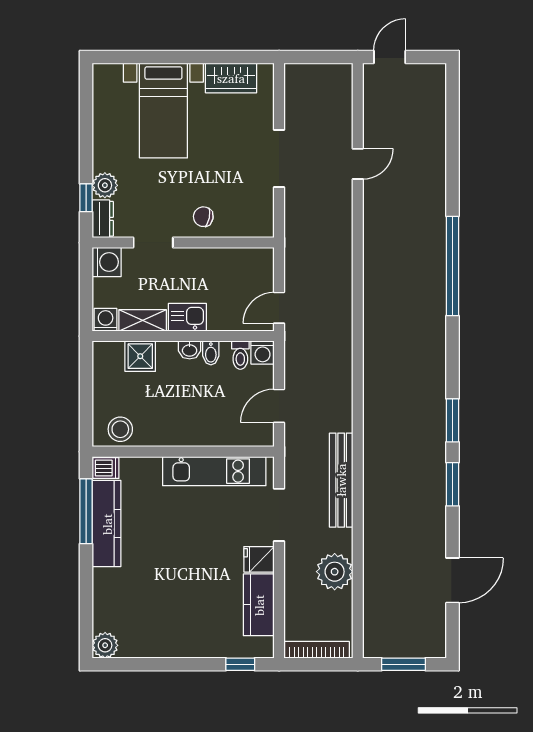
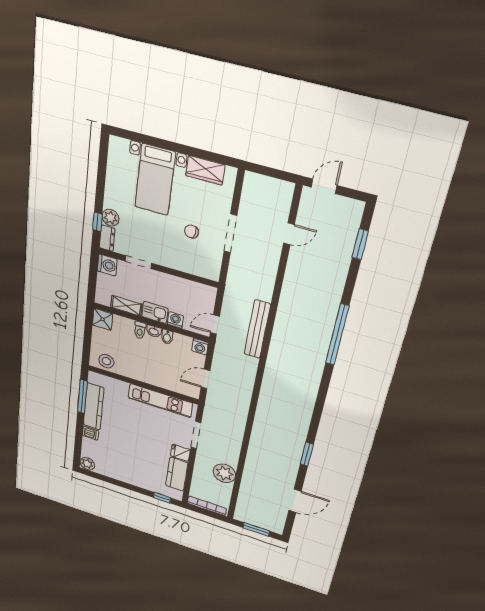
door: (358, 164) -> (289, 234), moved
chair: (203, 217) -> (191, 231), moved
washing machine: (106, 320) -> (175, 320), moved
toilet: (240, 355) -> (140, 330), moved
shower: (140, 356) -> (102, 319), moved
window: (452, 420) -> (360, 244), moved
dishwasher: (106, 468) -> (91, 433), moved
bench: (341, 480) -> (257, 329), moved

